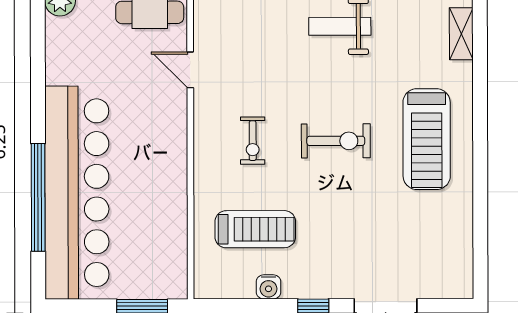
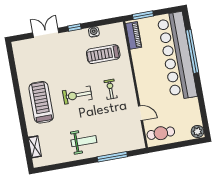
piano: (173, 261) -> (134, 35), added

